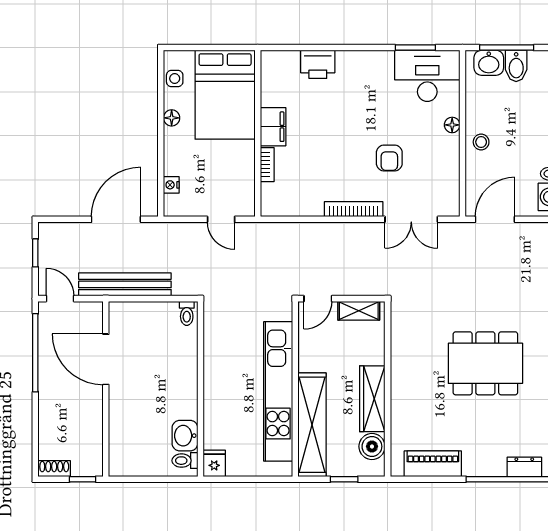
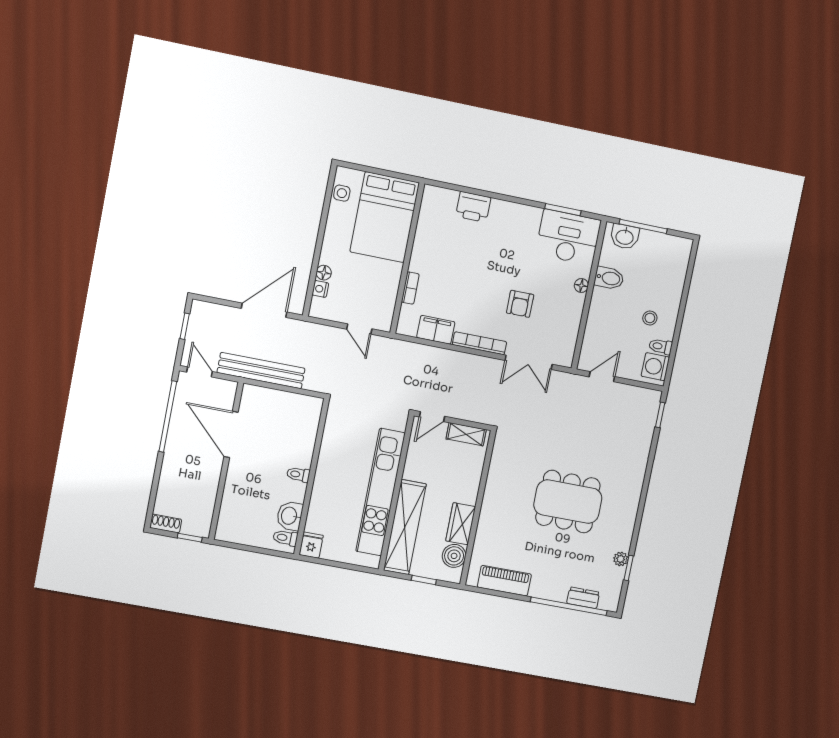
bidet: (516, 66) -> (609, 278), moved, turned -90
floor lamp: (172, 118) -> (324, 273), moved
filing cabinet: (273, 127) -> (436, 330), moved, turned -90
stool: (481, 142) -> (650, 318), moved
door: (495, 219) -> (602, 377), width x0.73
toilet: (187, 313) -> (298, 474), moved, turned 90
wardrobe: (372, 399) -> (461, 524), width x0.67

